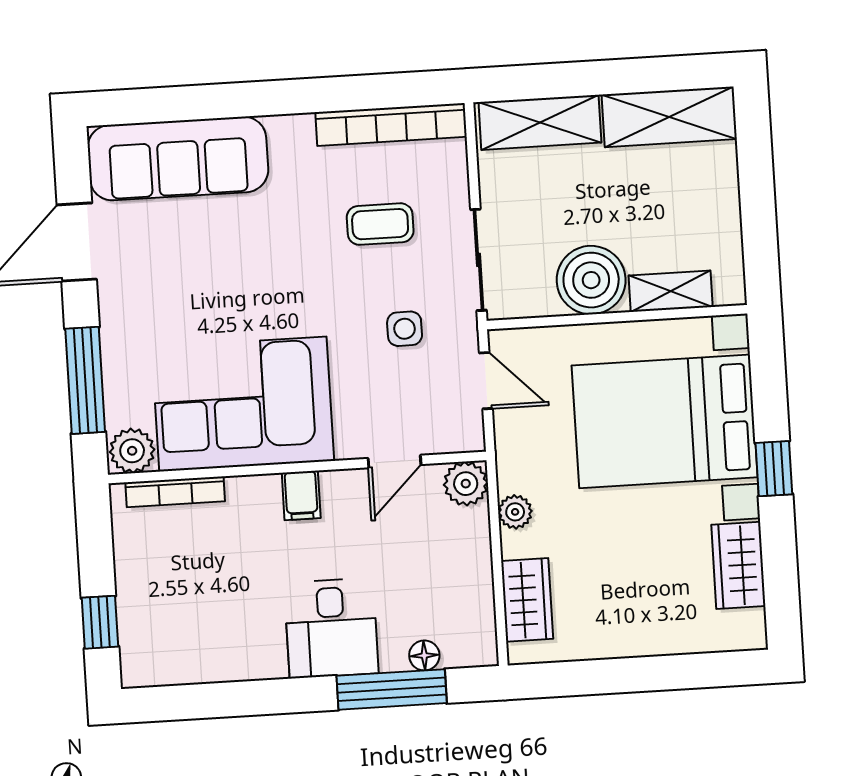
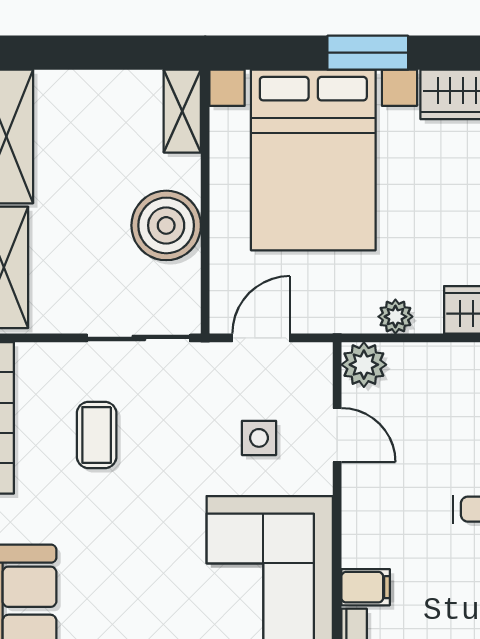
shelving: (671, 291) -> (182, 111), moved
side table: (405, 329) -> (259, 438), moved
window: (774, 469) -> (368, 53), width x1.50
filing cabinet: (301, 495) -> (366, 587), moved

